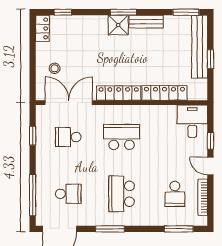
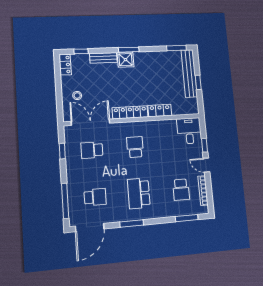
bench: (146, 22) -> (103, 58), moved
locker: (164, 93) -> (160, 110), width x0.66
school desk: (122, 137) -> (135, 147), width x0.54

